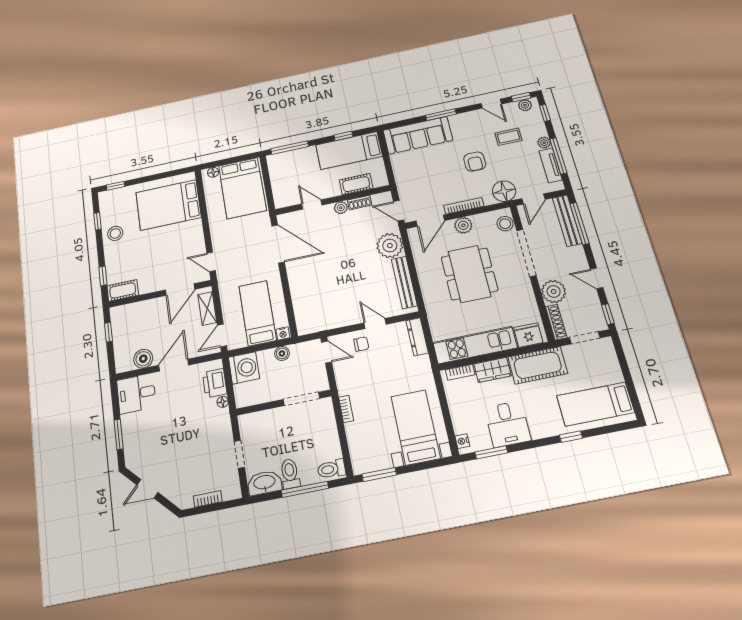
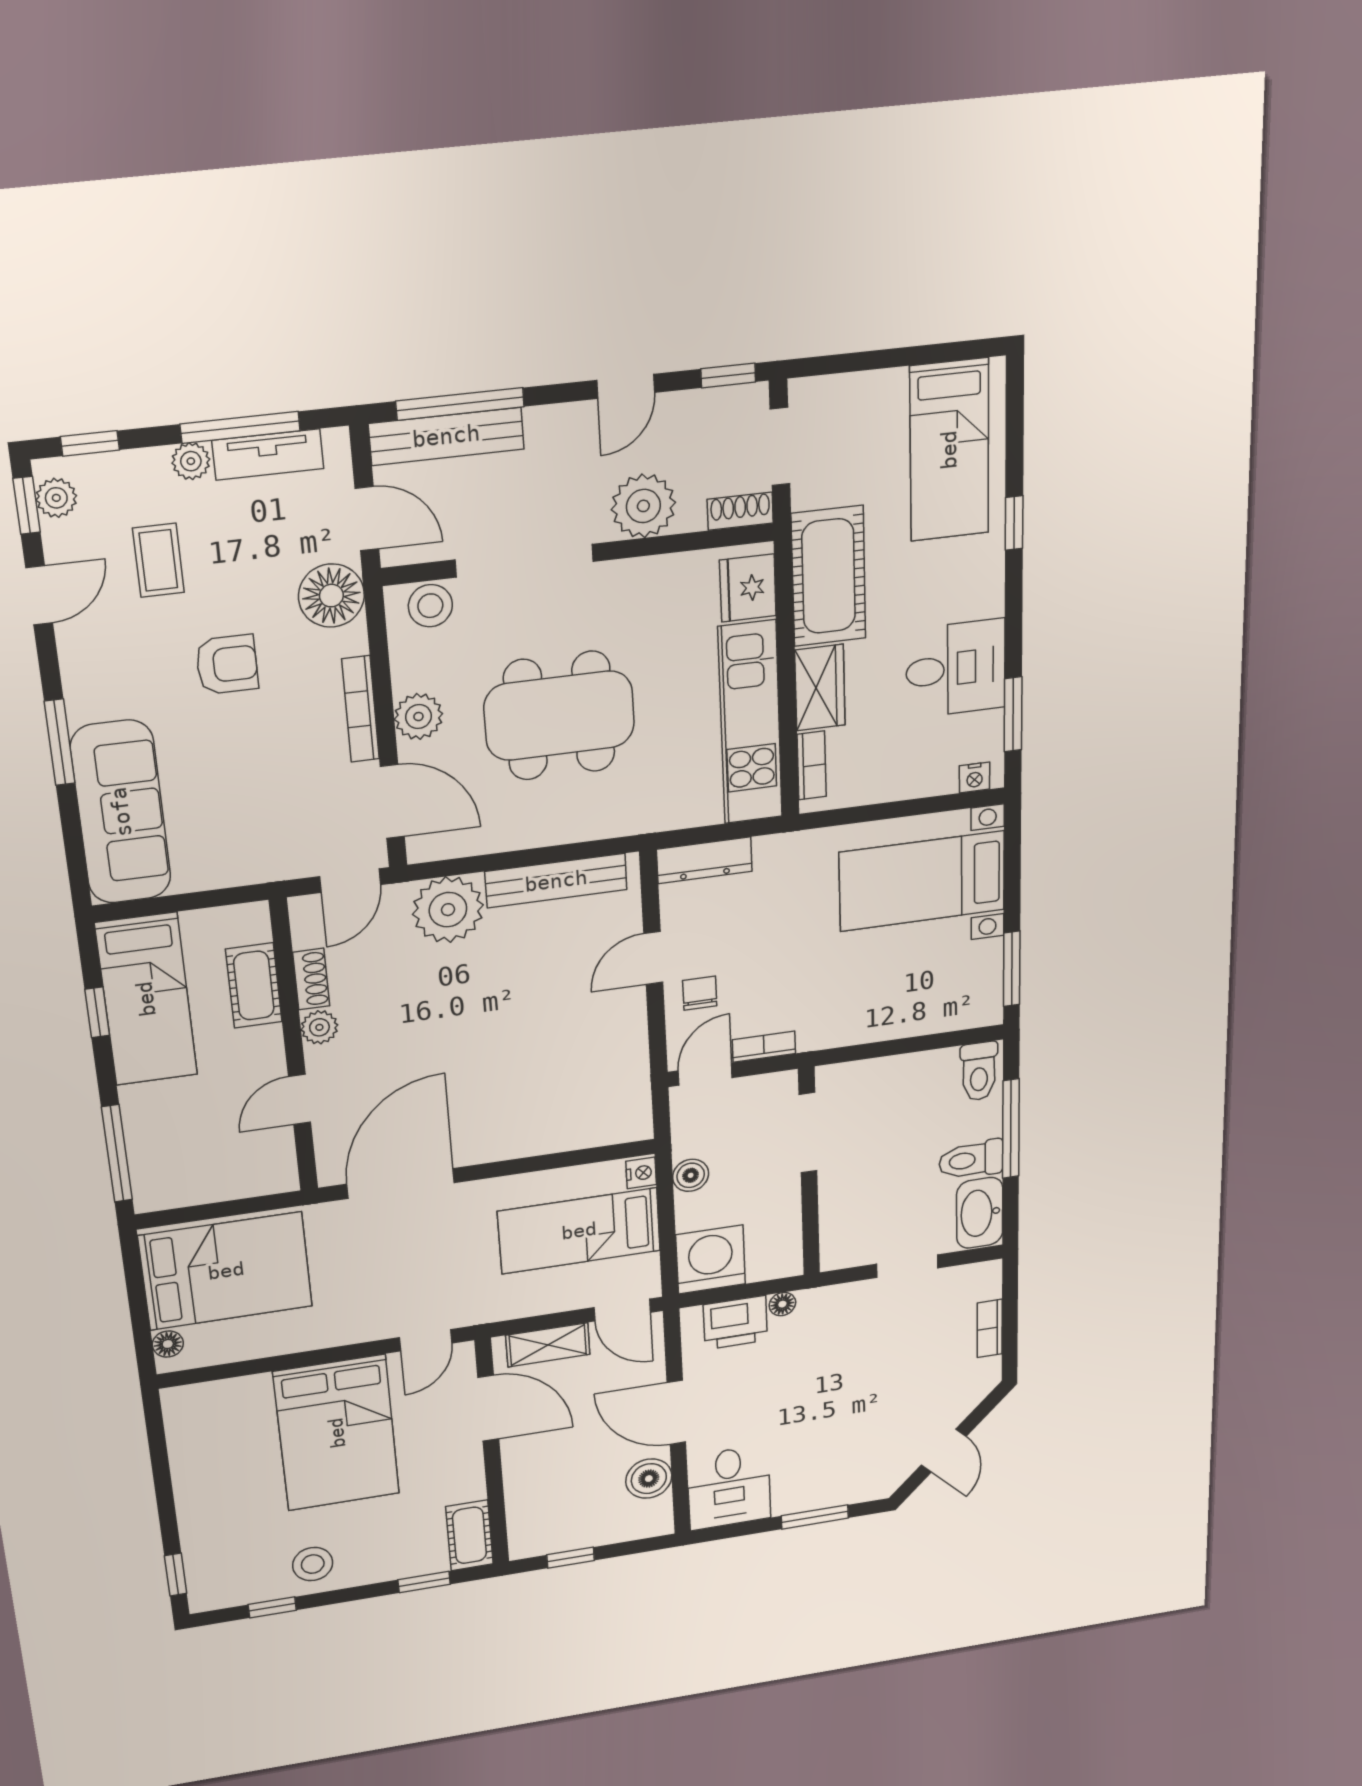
bed: (168, 205) -> (337, 1433), moved
shoe rack: (556, 322) -> (740, 511), width x0.70
bookcase: (346, 409) -> (764, 1047), moved

